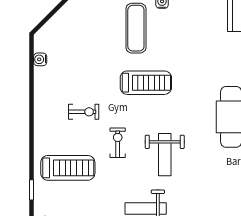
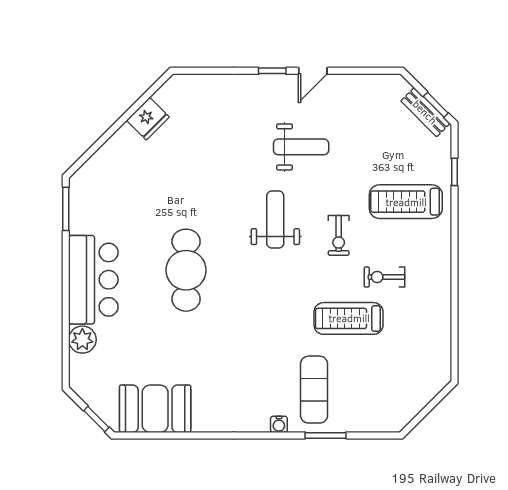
water cooler: (40, 59) -> (443, 348), removed
treadmill: (146, 83) -> (349, 318), moved

